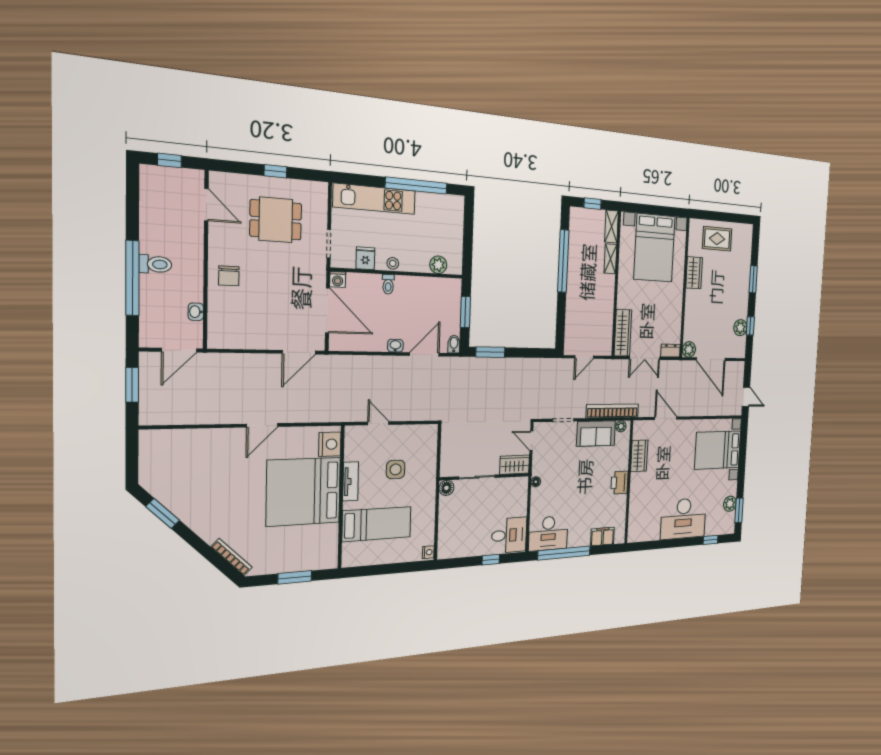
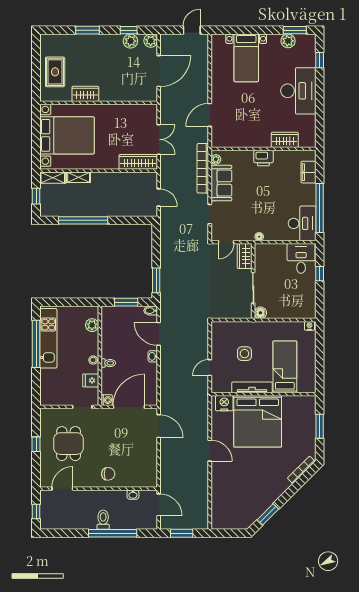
kitchen unit: (375, 199) -> (48, 338), moved
plant: (689, 349) -> (151, 41), moved
dresser: (670, 351) -> (152, 114), removed
bed with nightstands: (718, 450) -> (246, 58), width x0.73
wardrobe: (639, 456) -> (285, 140), moved
tv unit: (351, 481) -> (252, 387), width x1.41

